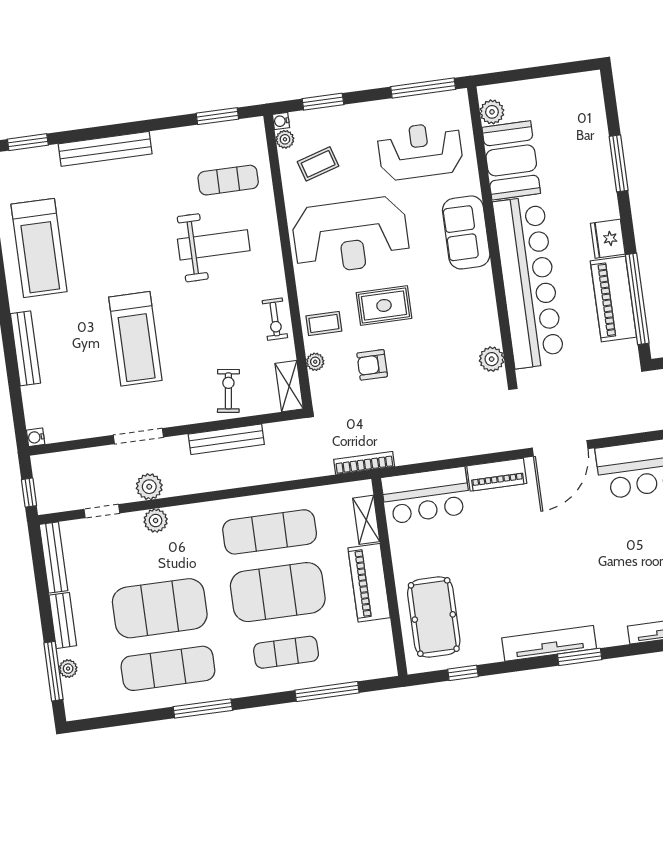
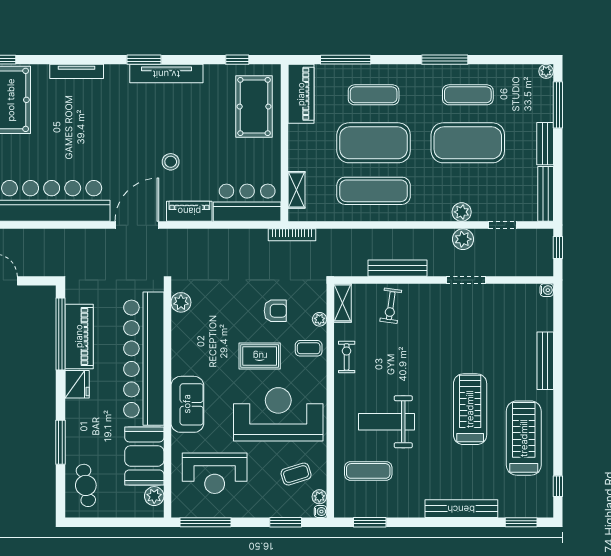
cafe table: (579, 114) -> (86, 485), added
treadmill: (135, 339) -> (470, 409), moved
stool: (529, 533) -> (171, 162), added
piano: (369, 583) -> (301, 94), moved
exercise mat: (168, 668) -> (468, 95), width x0.73, depth x0.69
plant: (68, 669) -> (546, 71), moved

